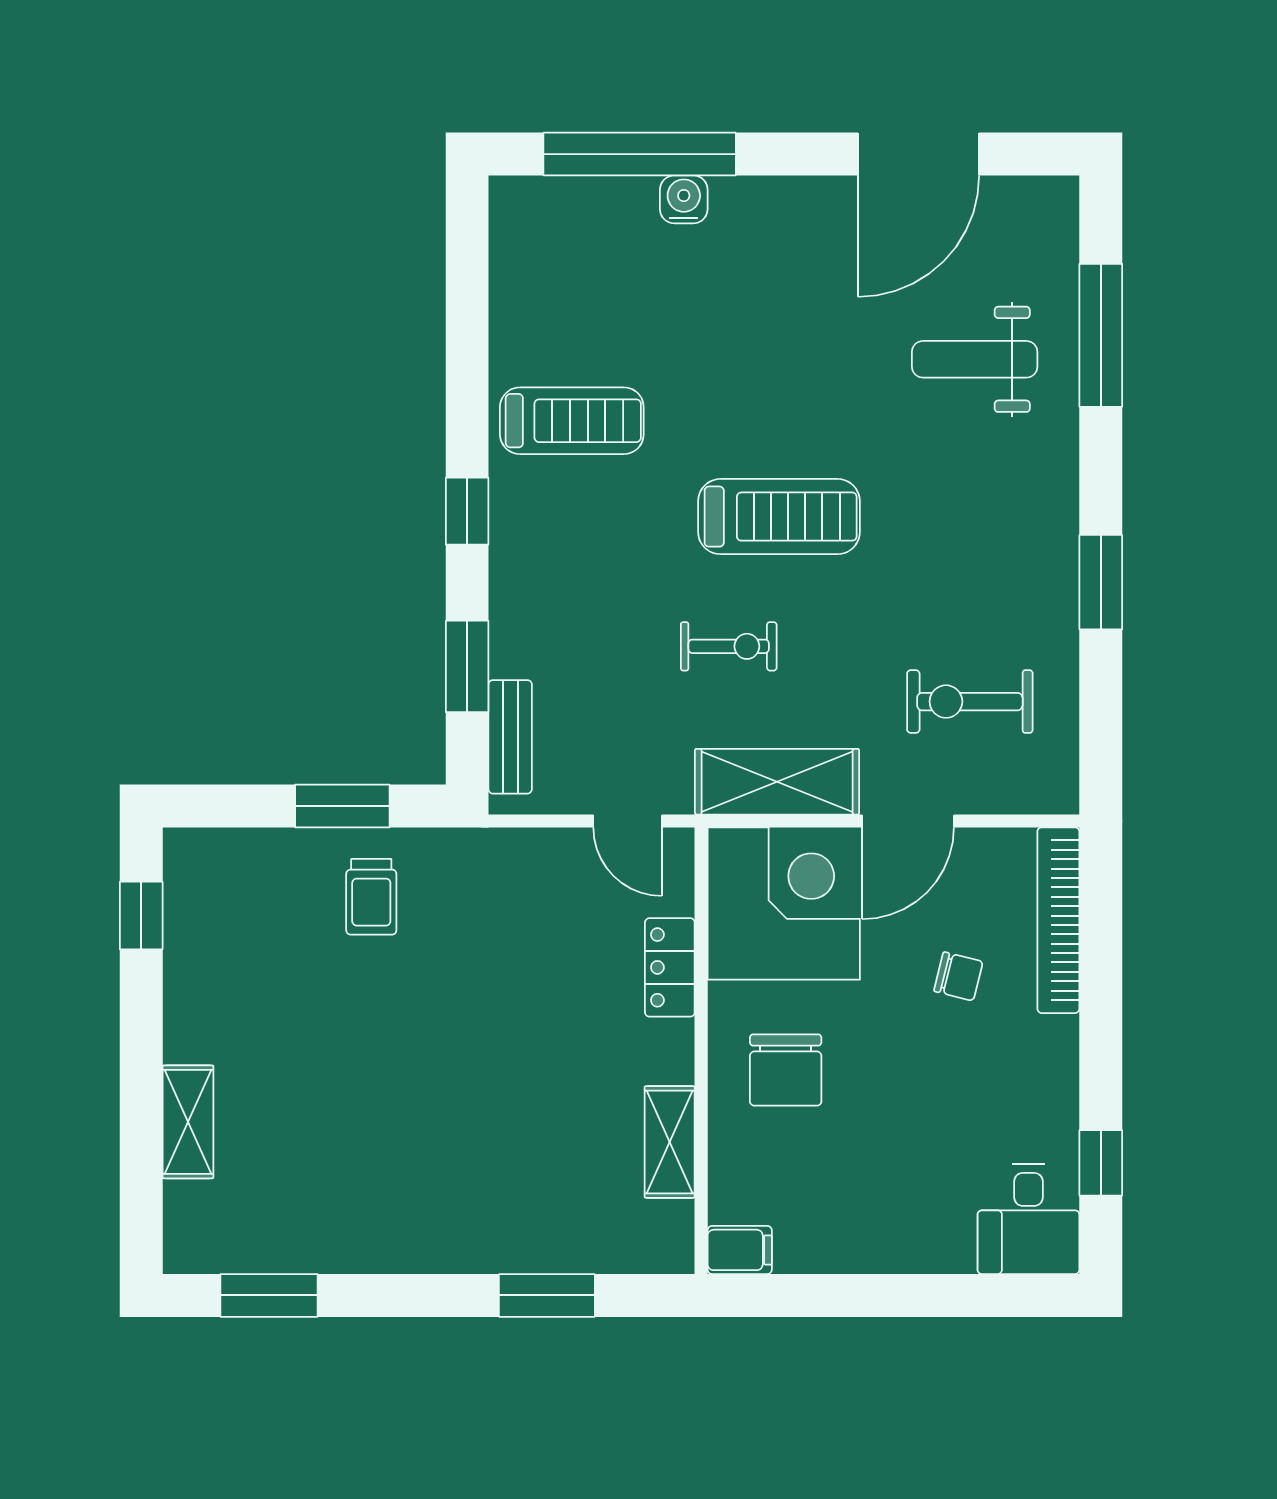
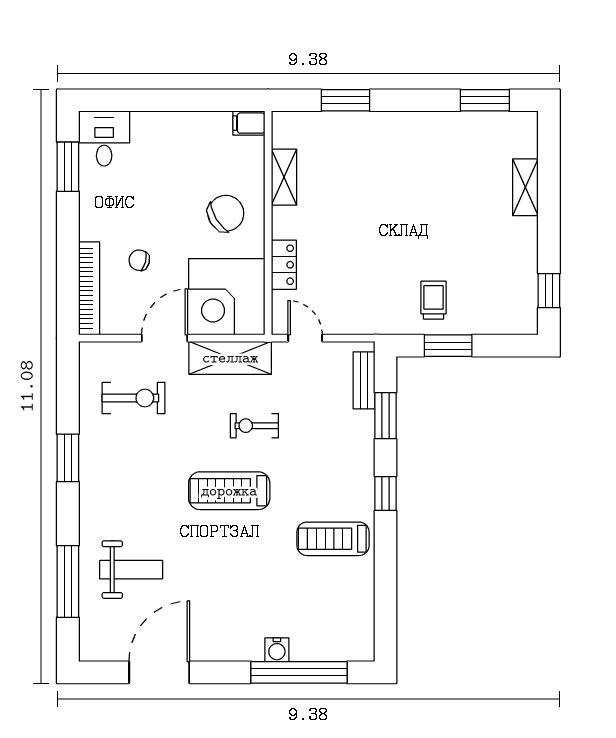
chair: (786, 1070) -> (226, 213), turned 59
window: (1101, 1163) -> (68, 167), width x1.50

